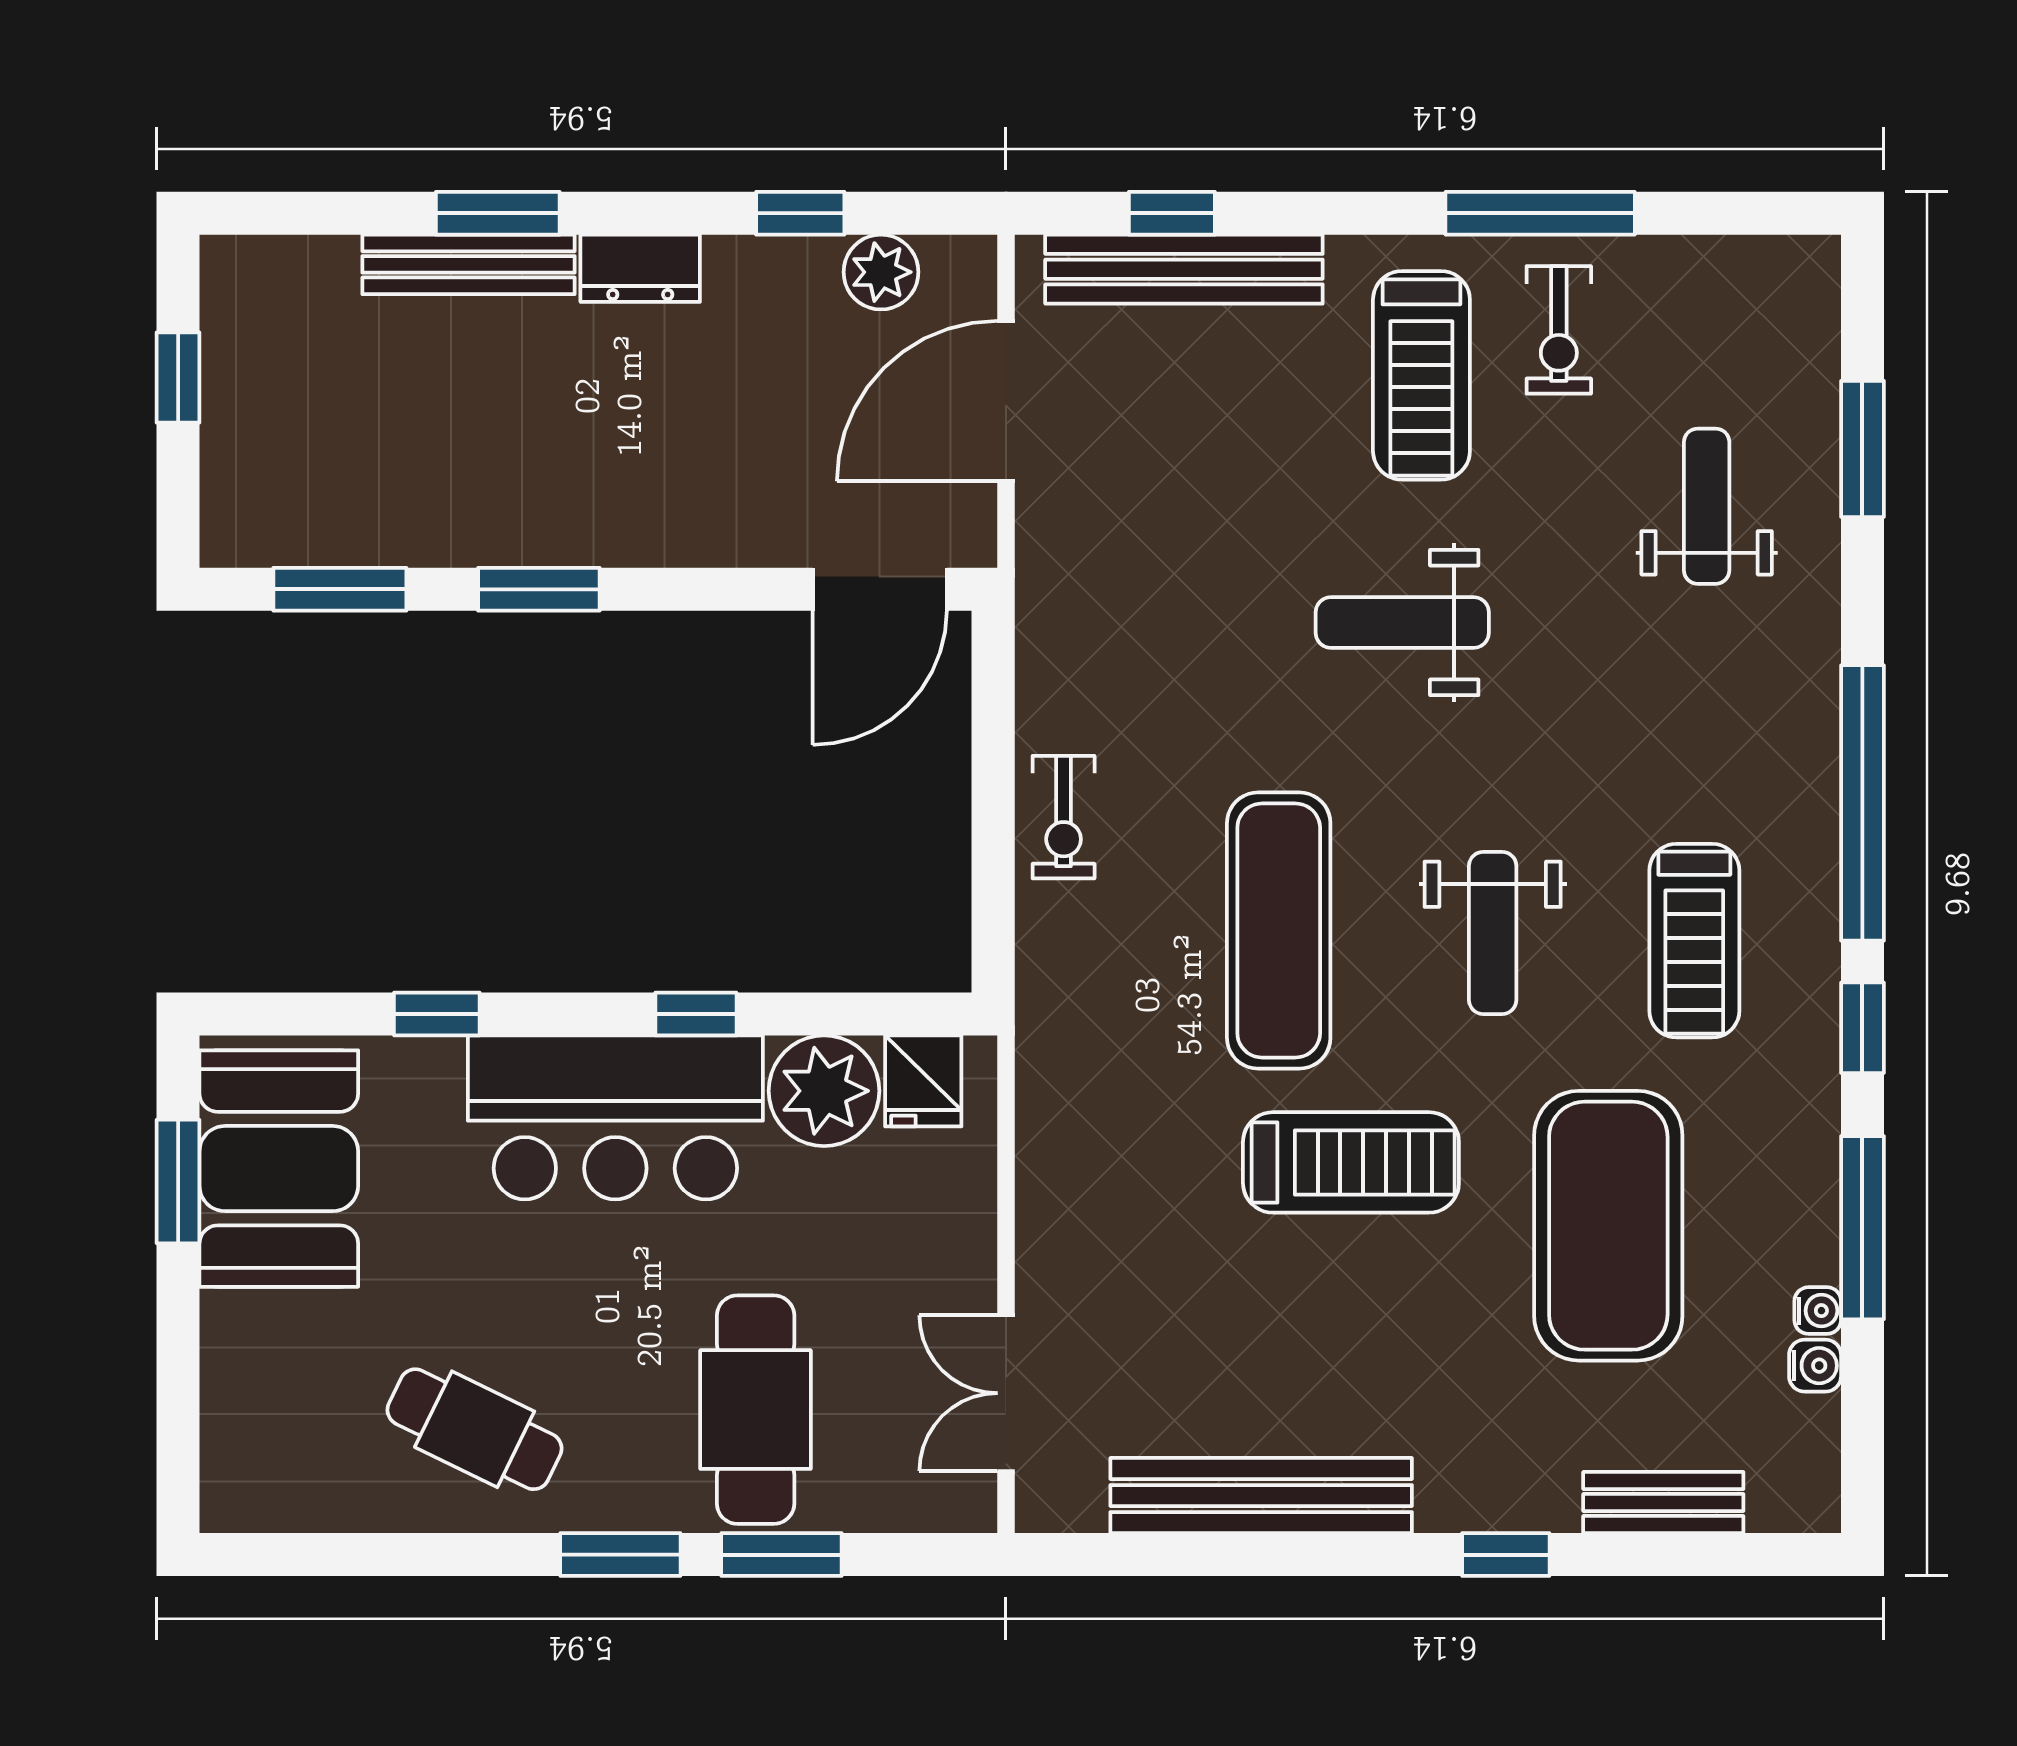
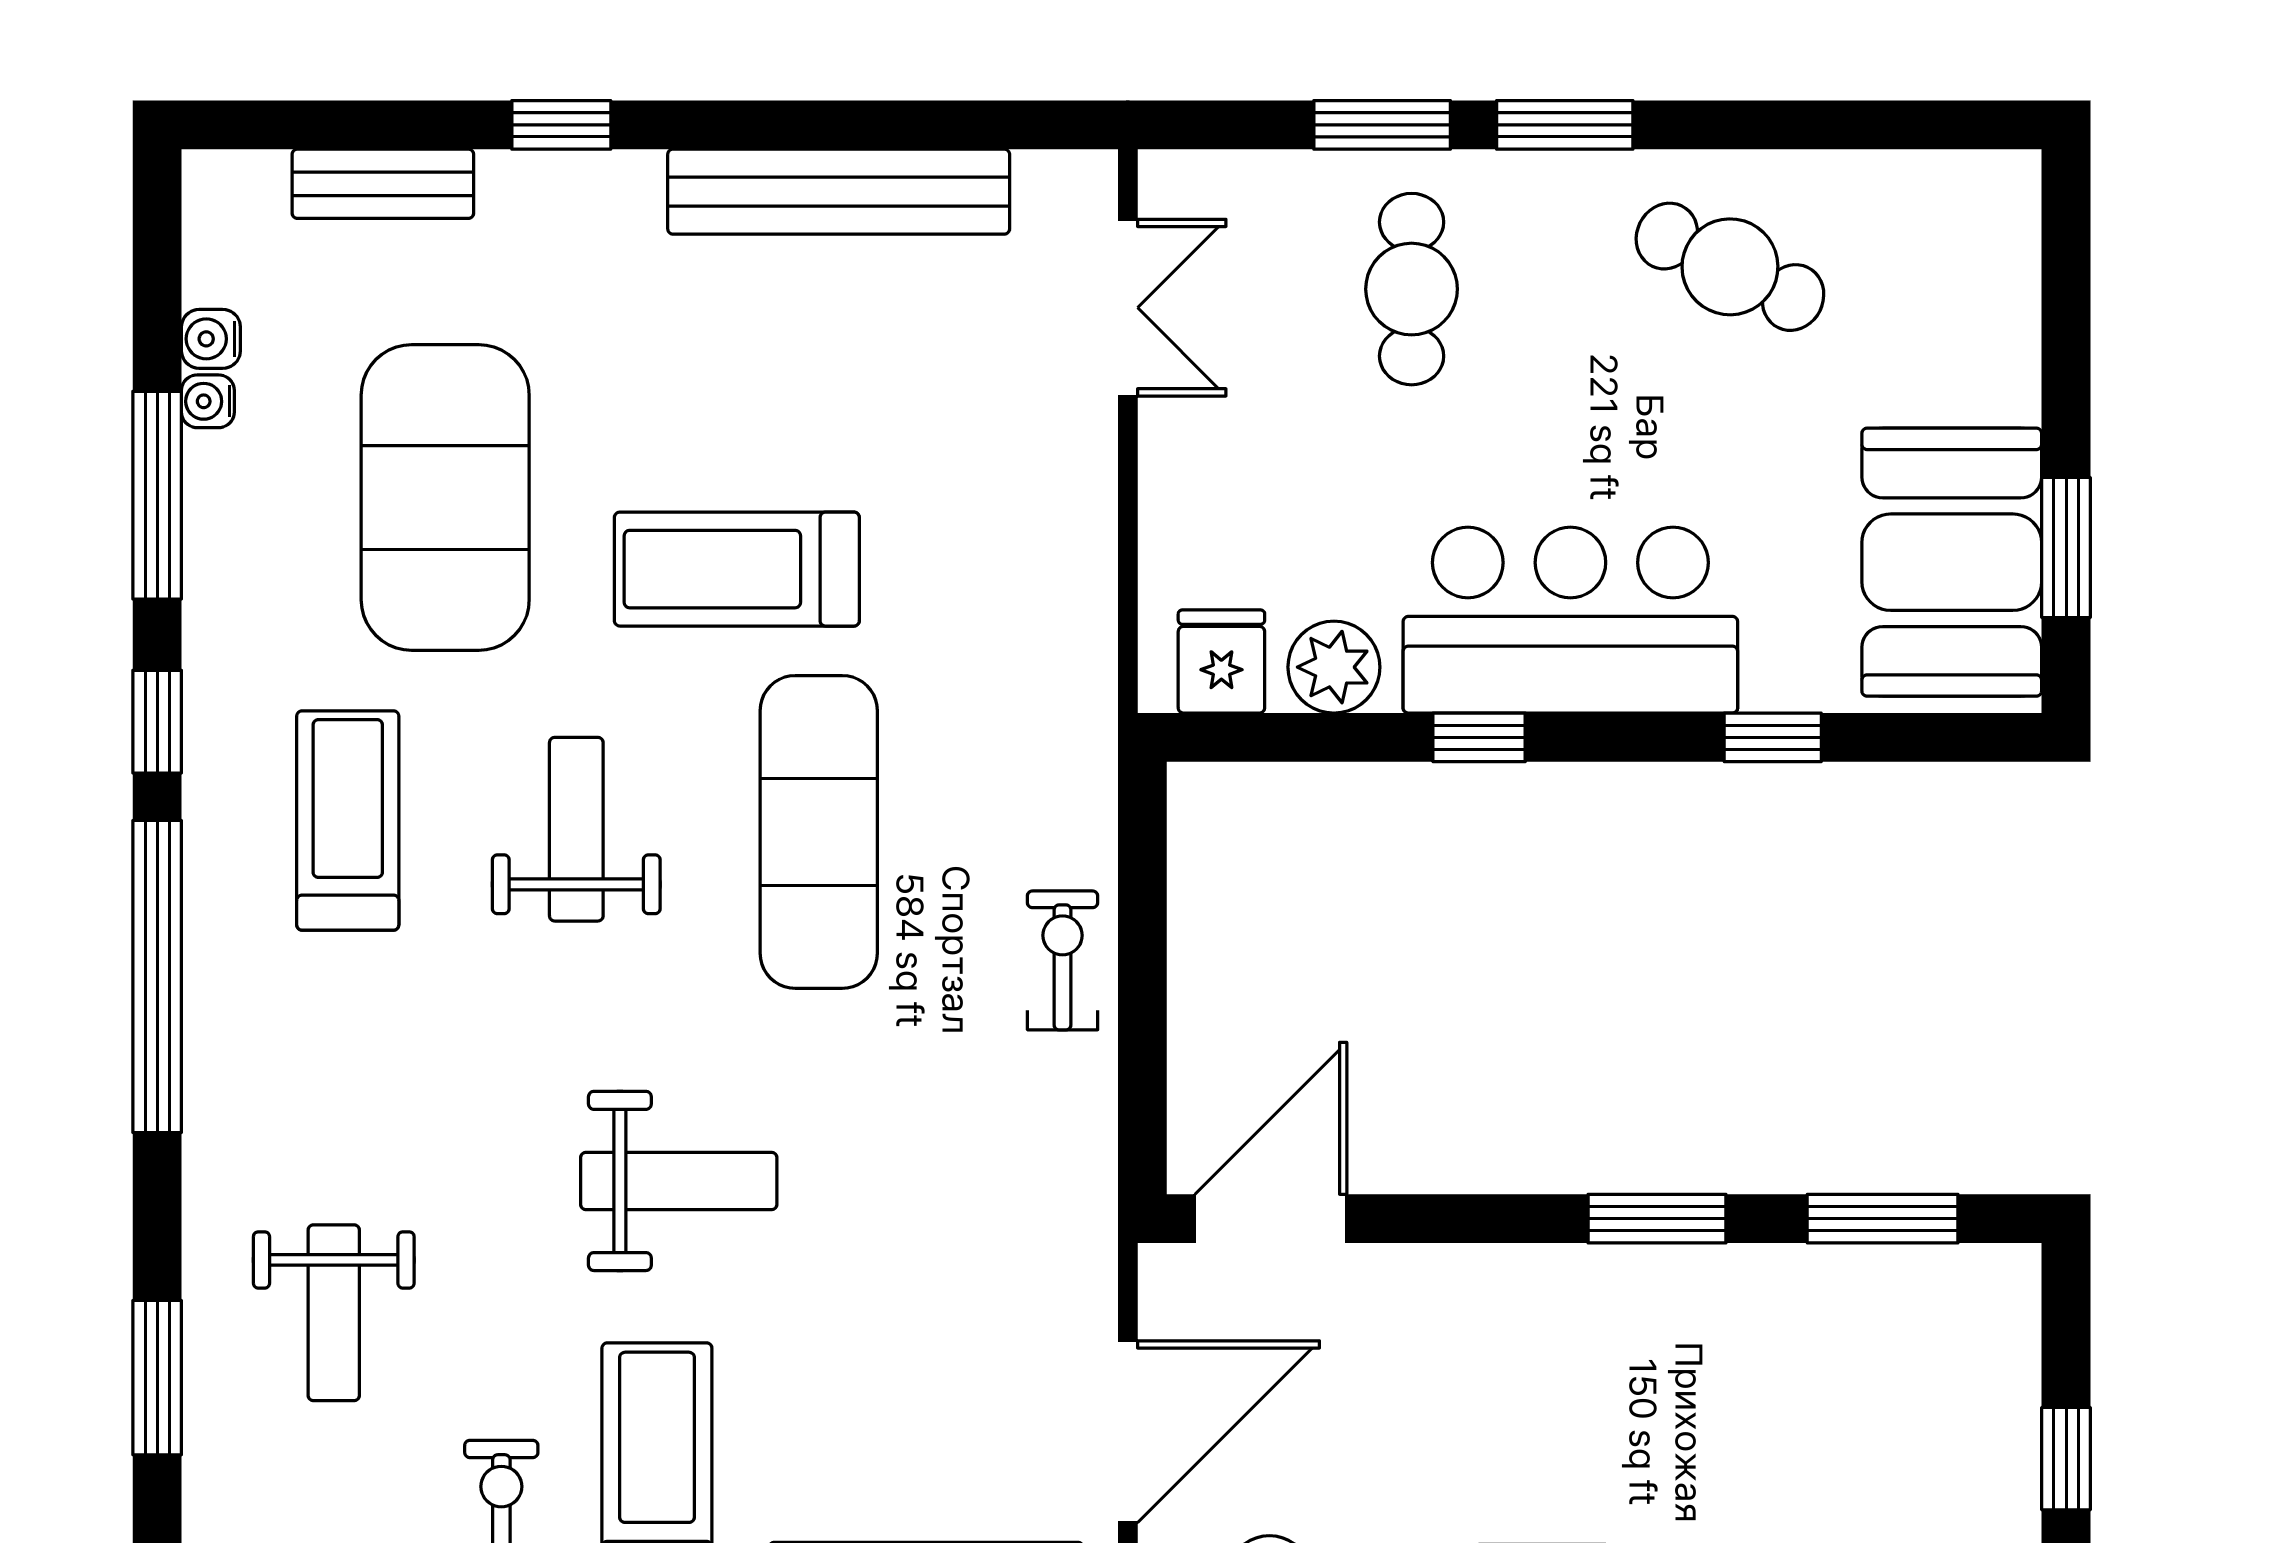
plant: (824, 1091) -> (1334, 667), width x0.73, depth x0.73
cafe table: (756, 1410) -> (1412, 289), width x0.73, depth x0.74

